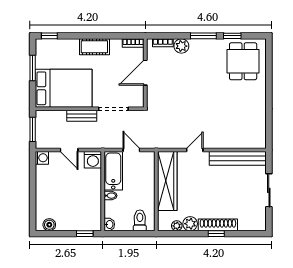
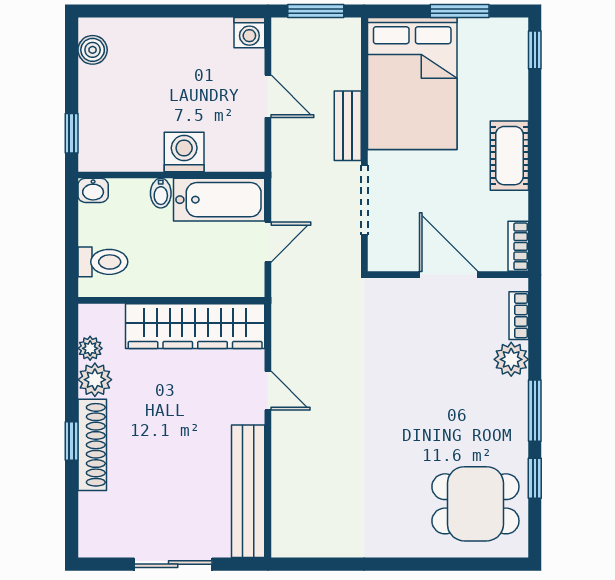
door: (69, 150) -> (268, 96), swing flipped
washing machine: (93, 160) -> (184, 152), moved, turned 90

